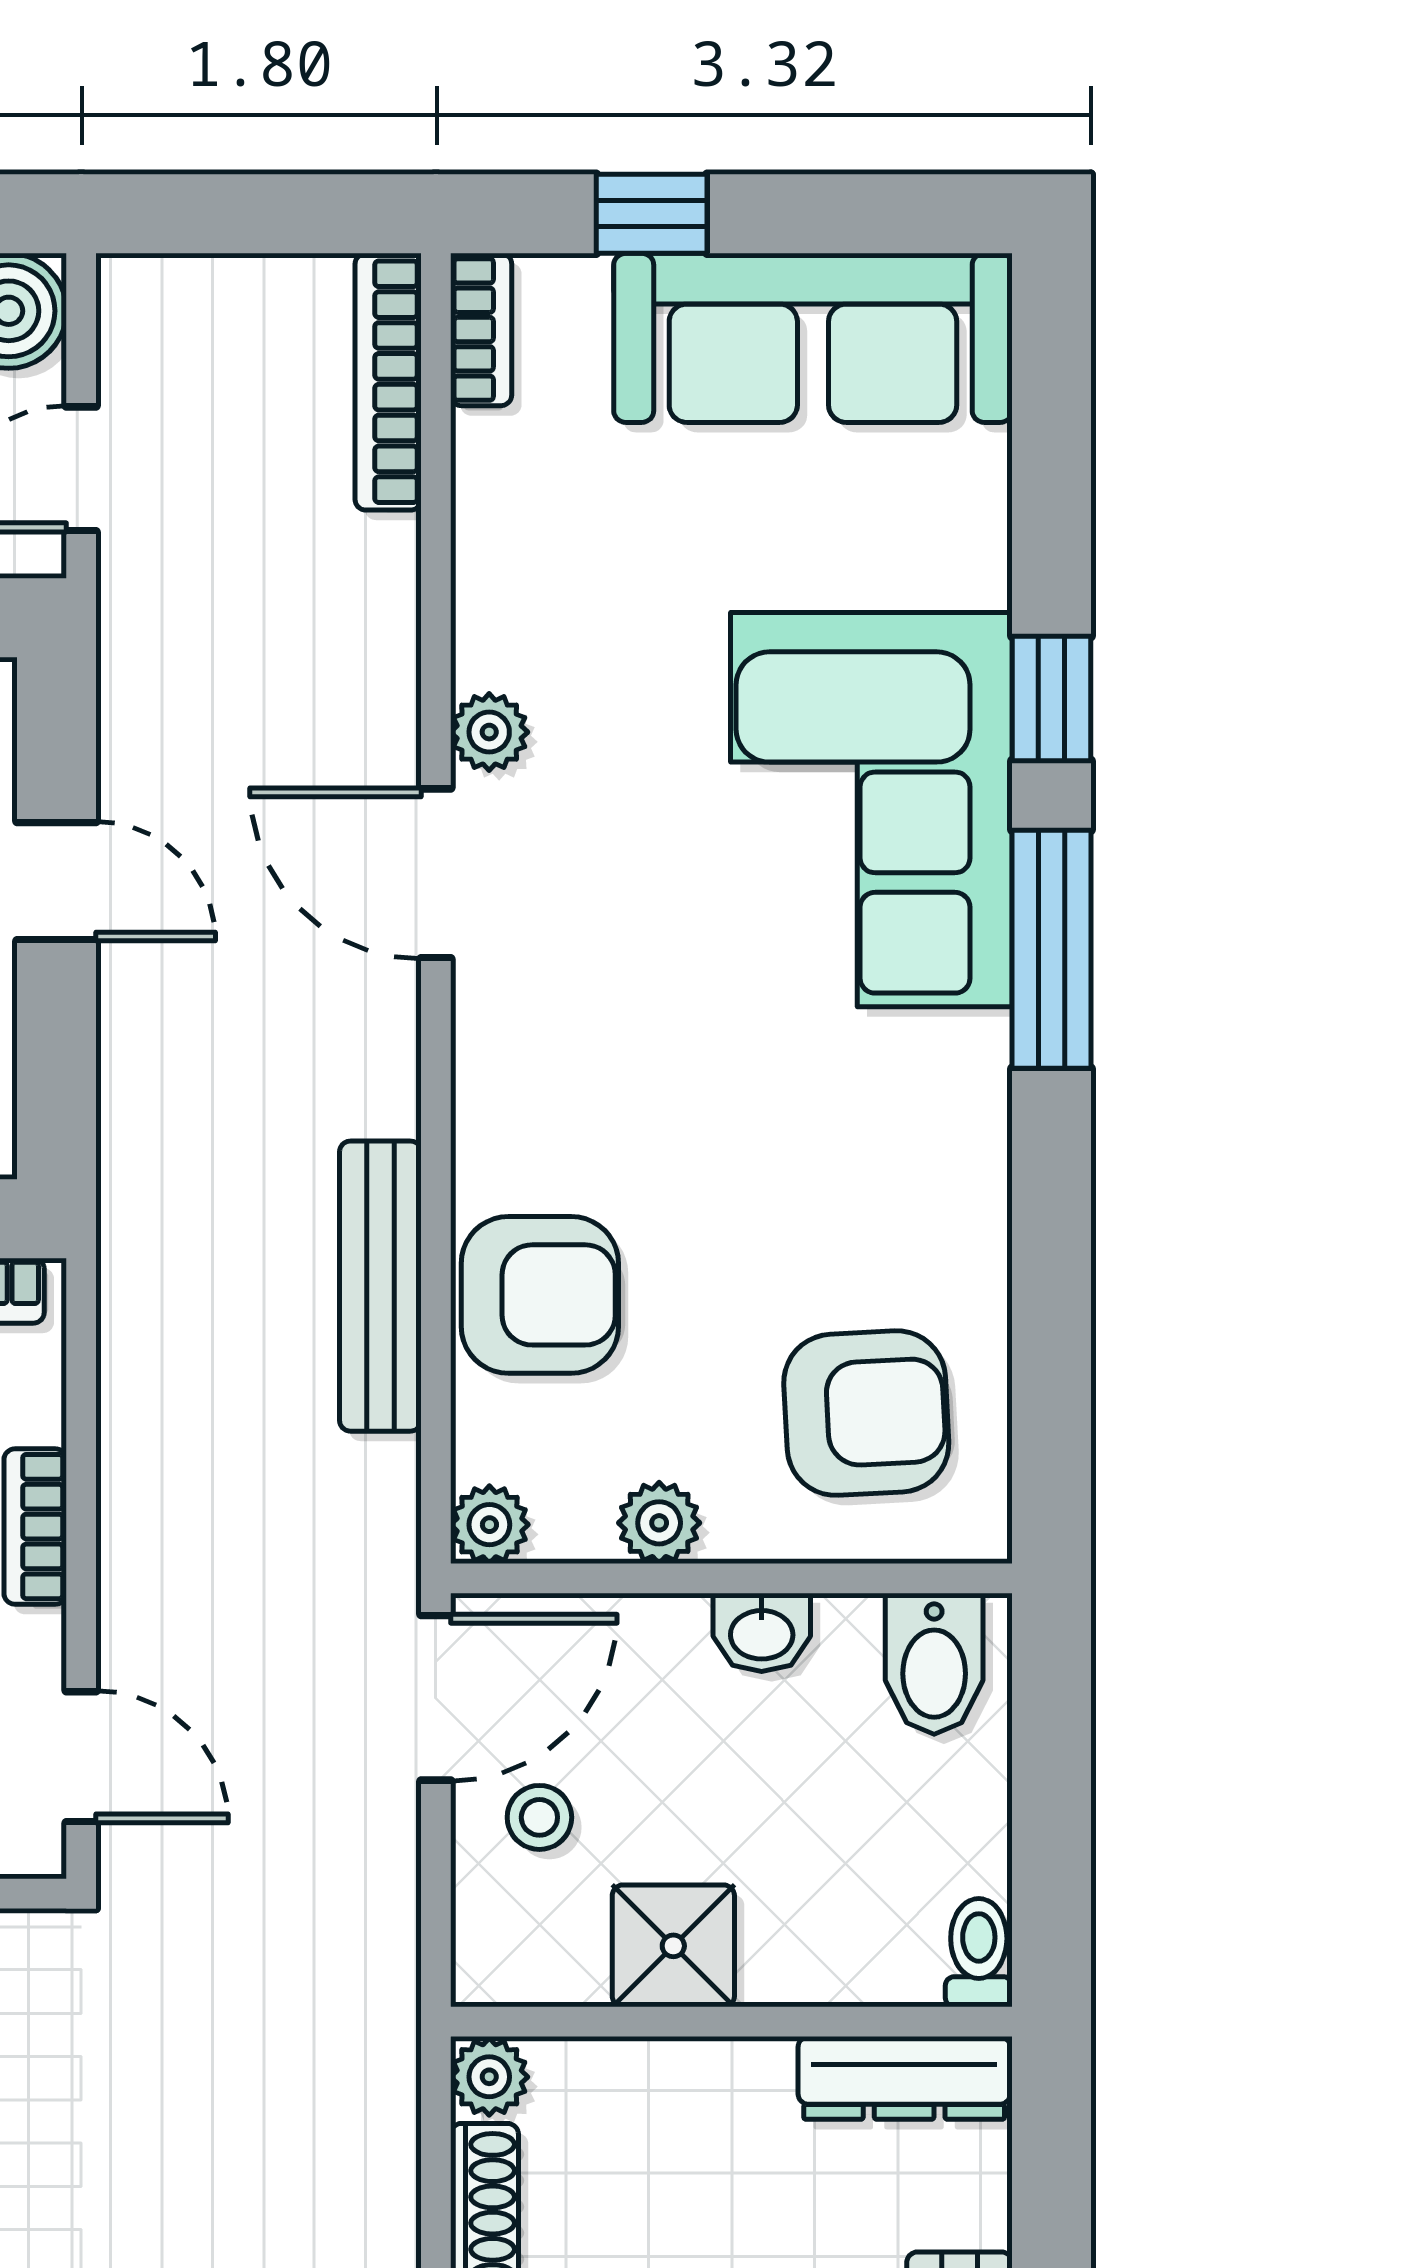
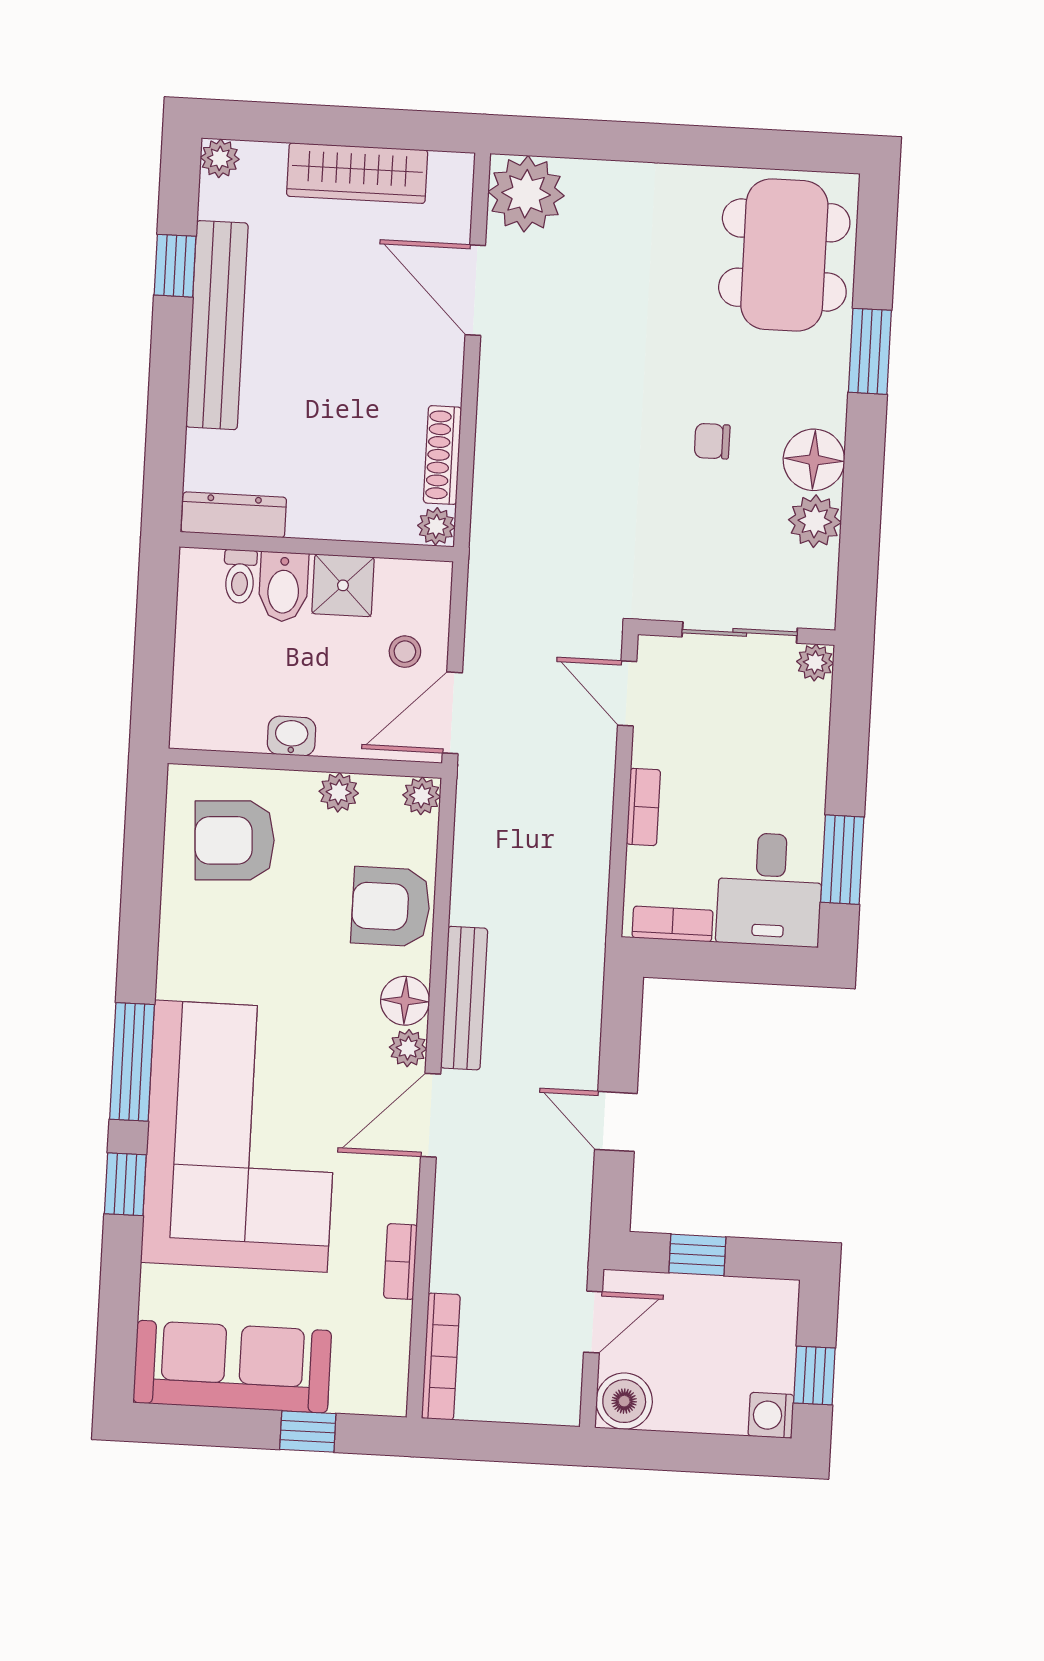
bookcase: (481, 330) -> (400, 1262), moved
plant: (489, 732) -> (408, 1048), moved
corner sofa: (871, 810) -> (241, 1136), width x1.36, depth x1.36
door: (436, 873) -> (431, 1115), swing flipped
floor lamp: (501, 1104) -> (405, 1001), added
bench: (380, 1286) -> (464, 998), moved
bidet: (934, 1664) -> (283, 587), moved, turned 180
toilet: (979, 1953) -> (240, 576), moved

